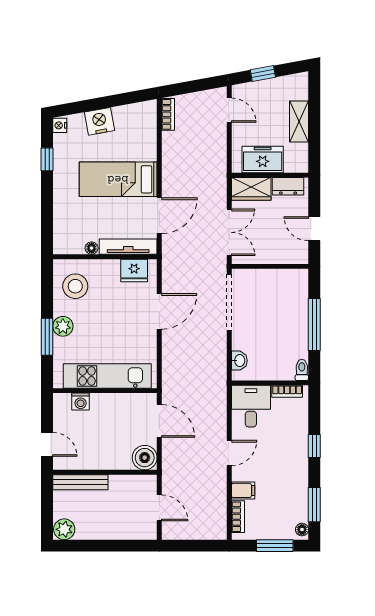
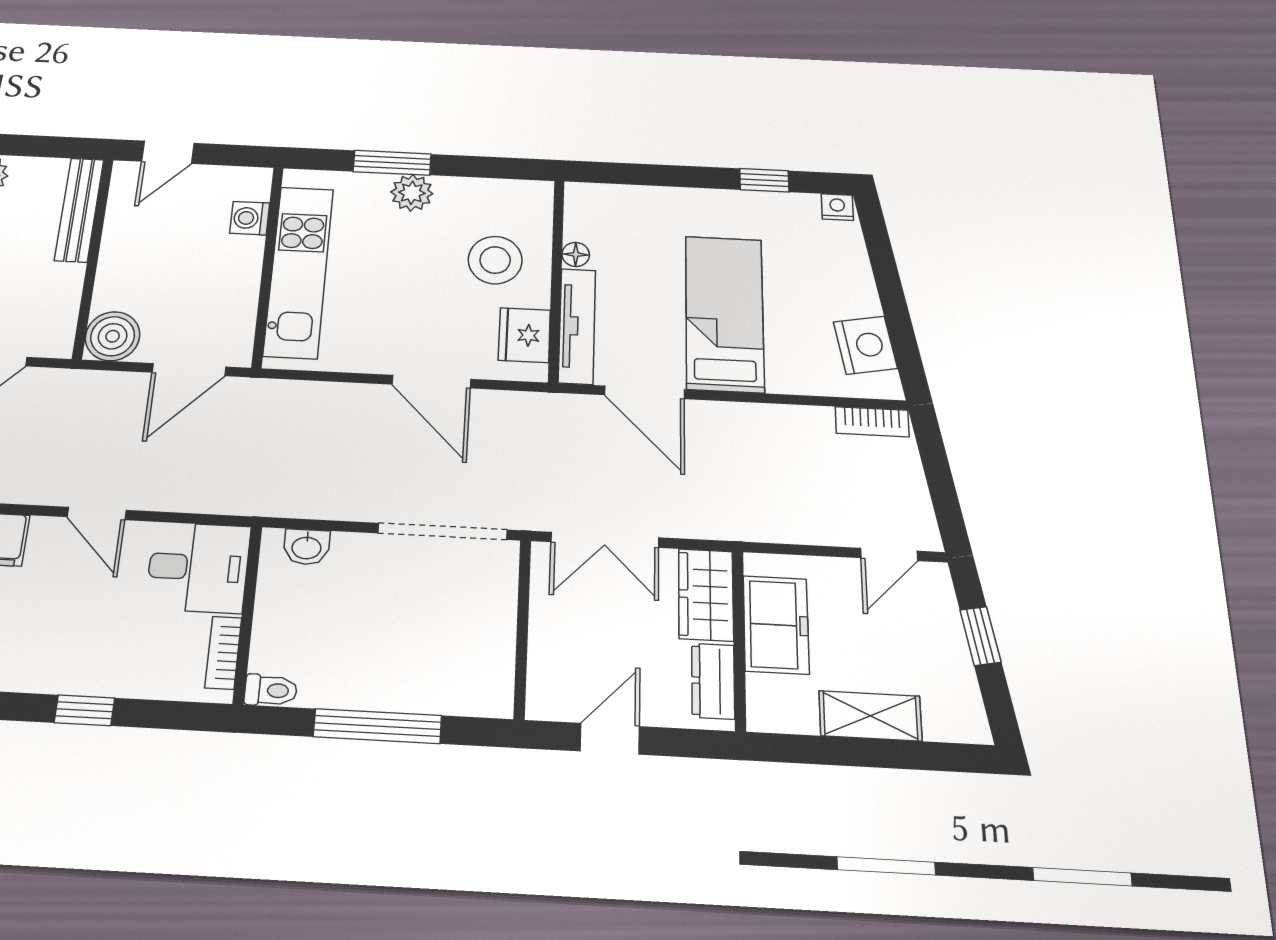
nightstand: (99, 121) -> (865, 345), moved
stool: (75, 286) -> (495, 260), moved

